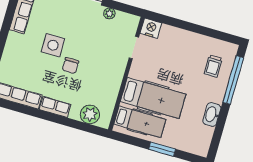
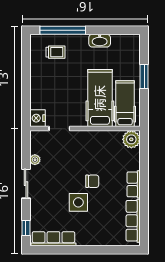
plant: (90, 114) -> (131, 139), moved

